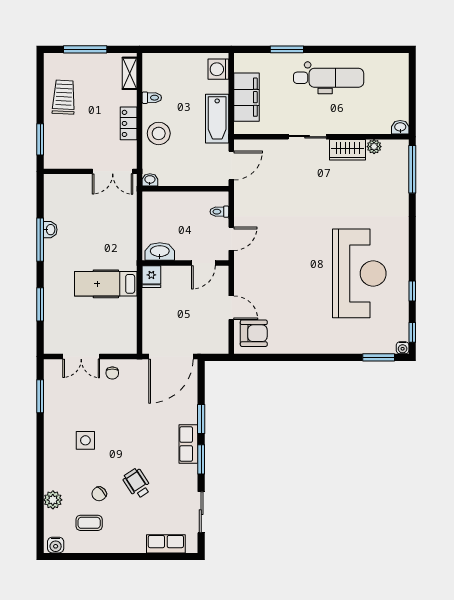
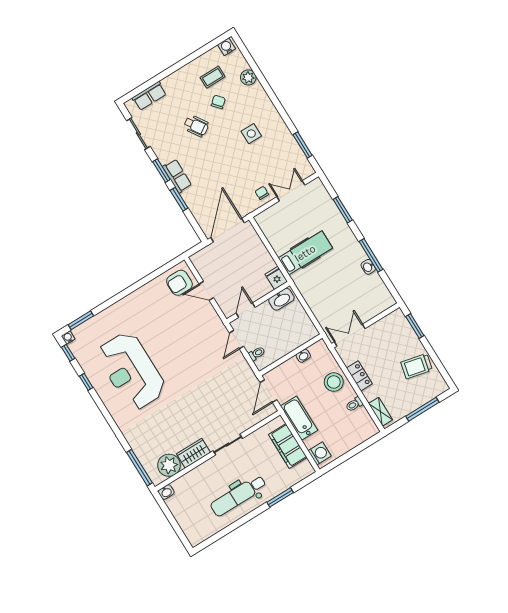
trolley: (64, 97) -> (417, 366), turned 100
plant: (374, 147) -> (169, 465), width x1.88, depth x1.88
washbasin: (150, 180) -> (303, 356), moved

